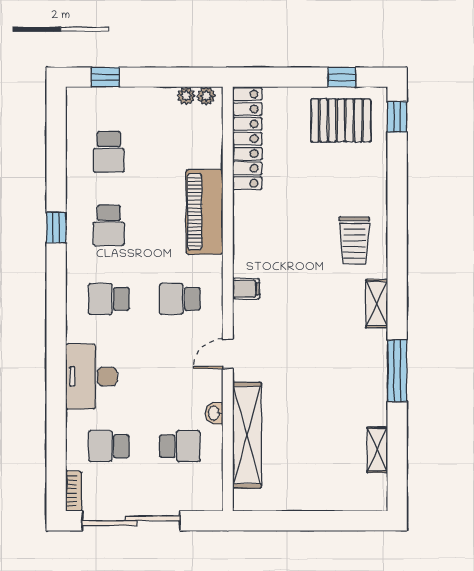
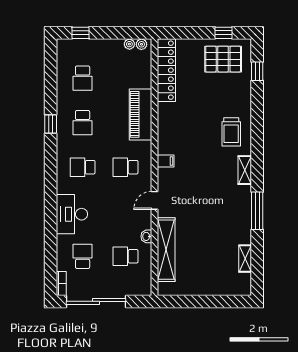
window: (397, 117) -> (257, 71), moved
school desk: (109, 446) -> (83, 256), turned 90
school desk: (180, 446) -> (126, 256), turned 180

